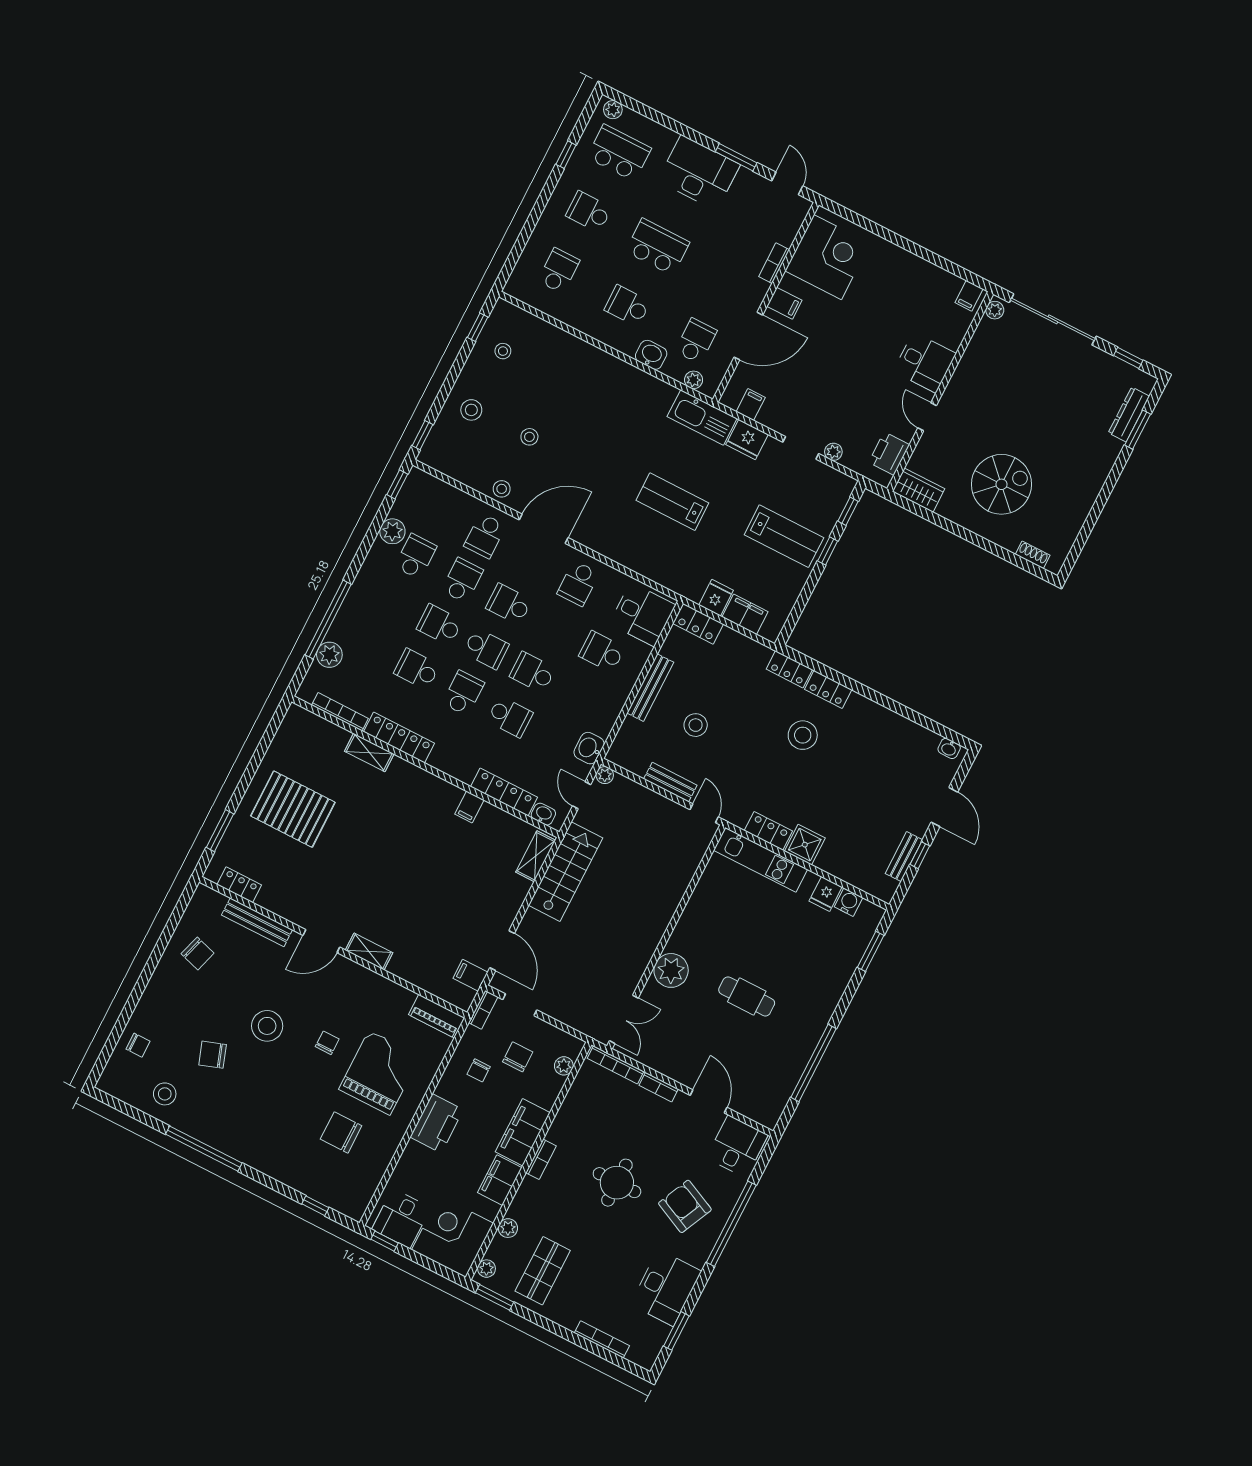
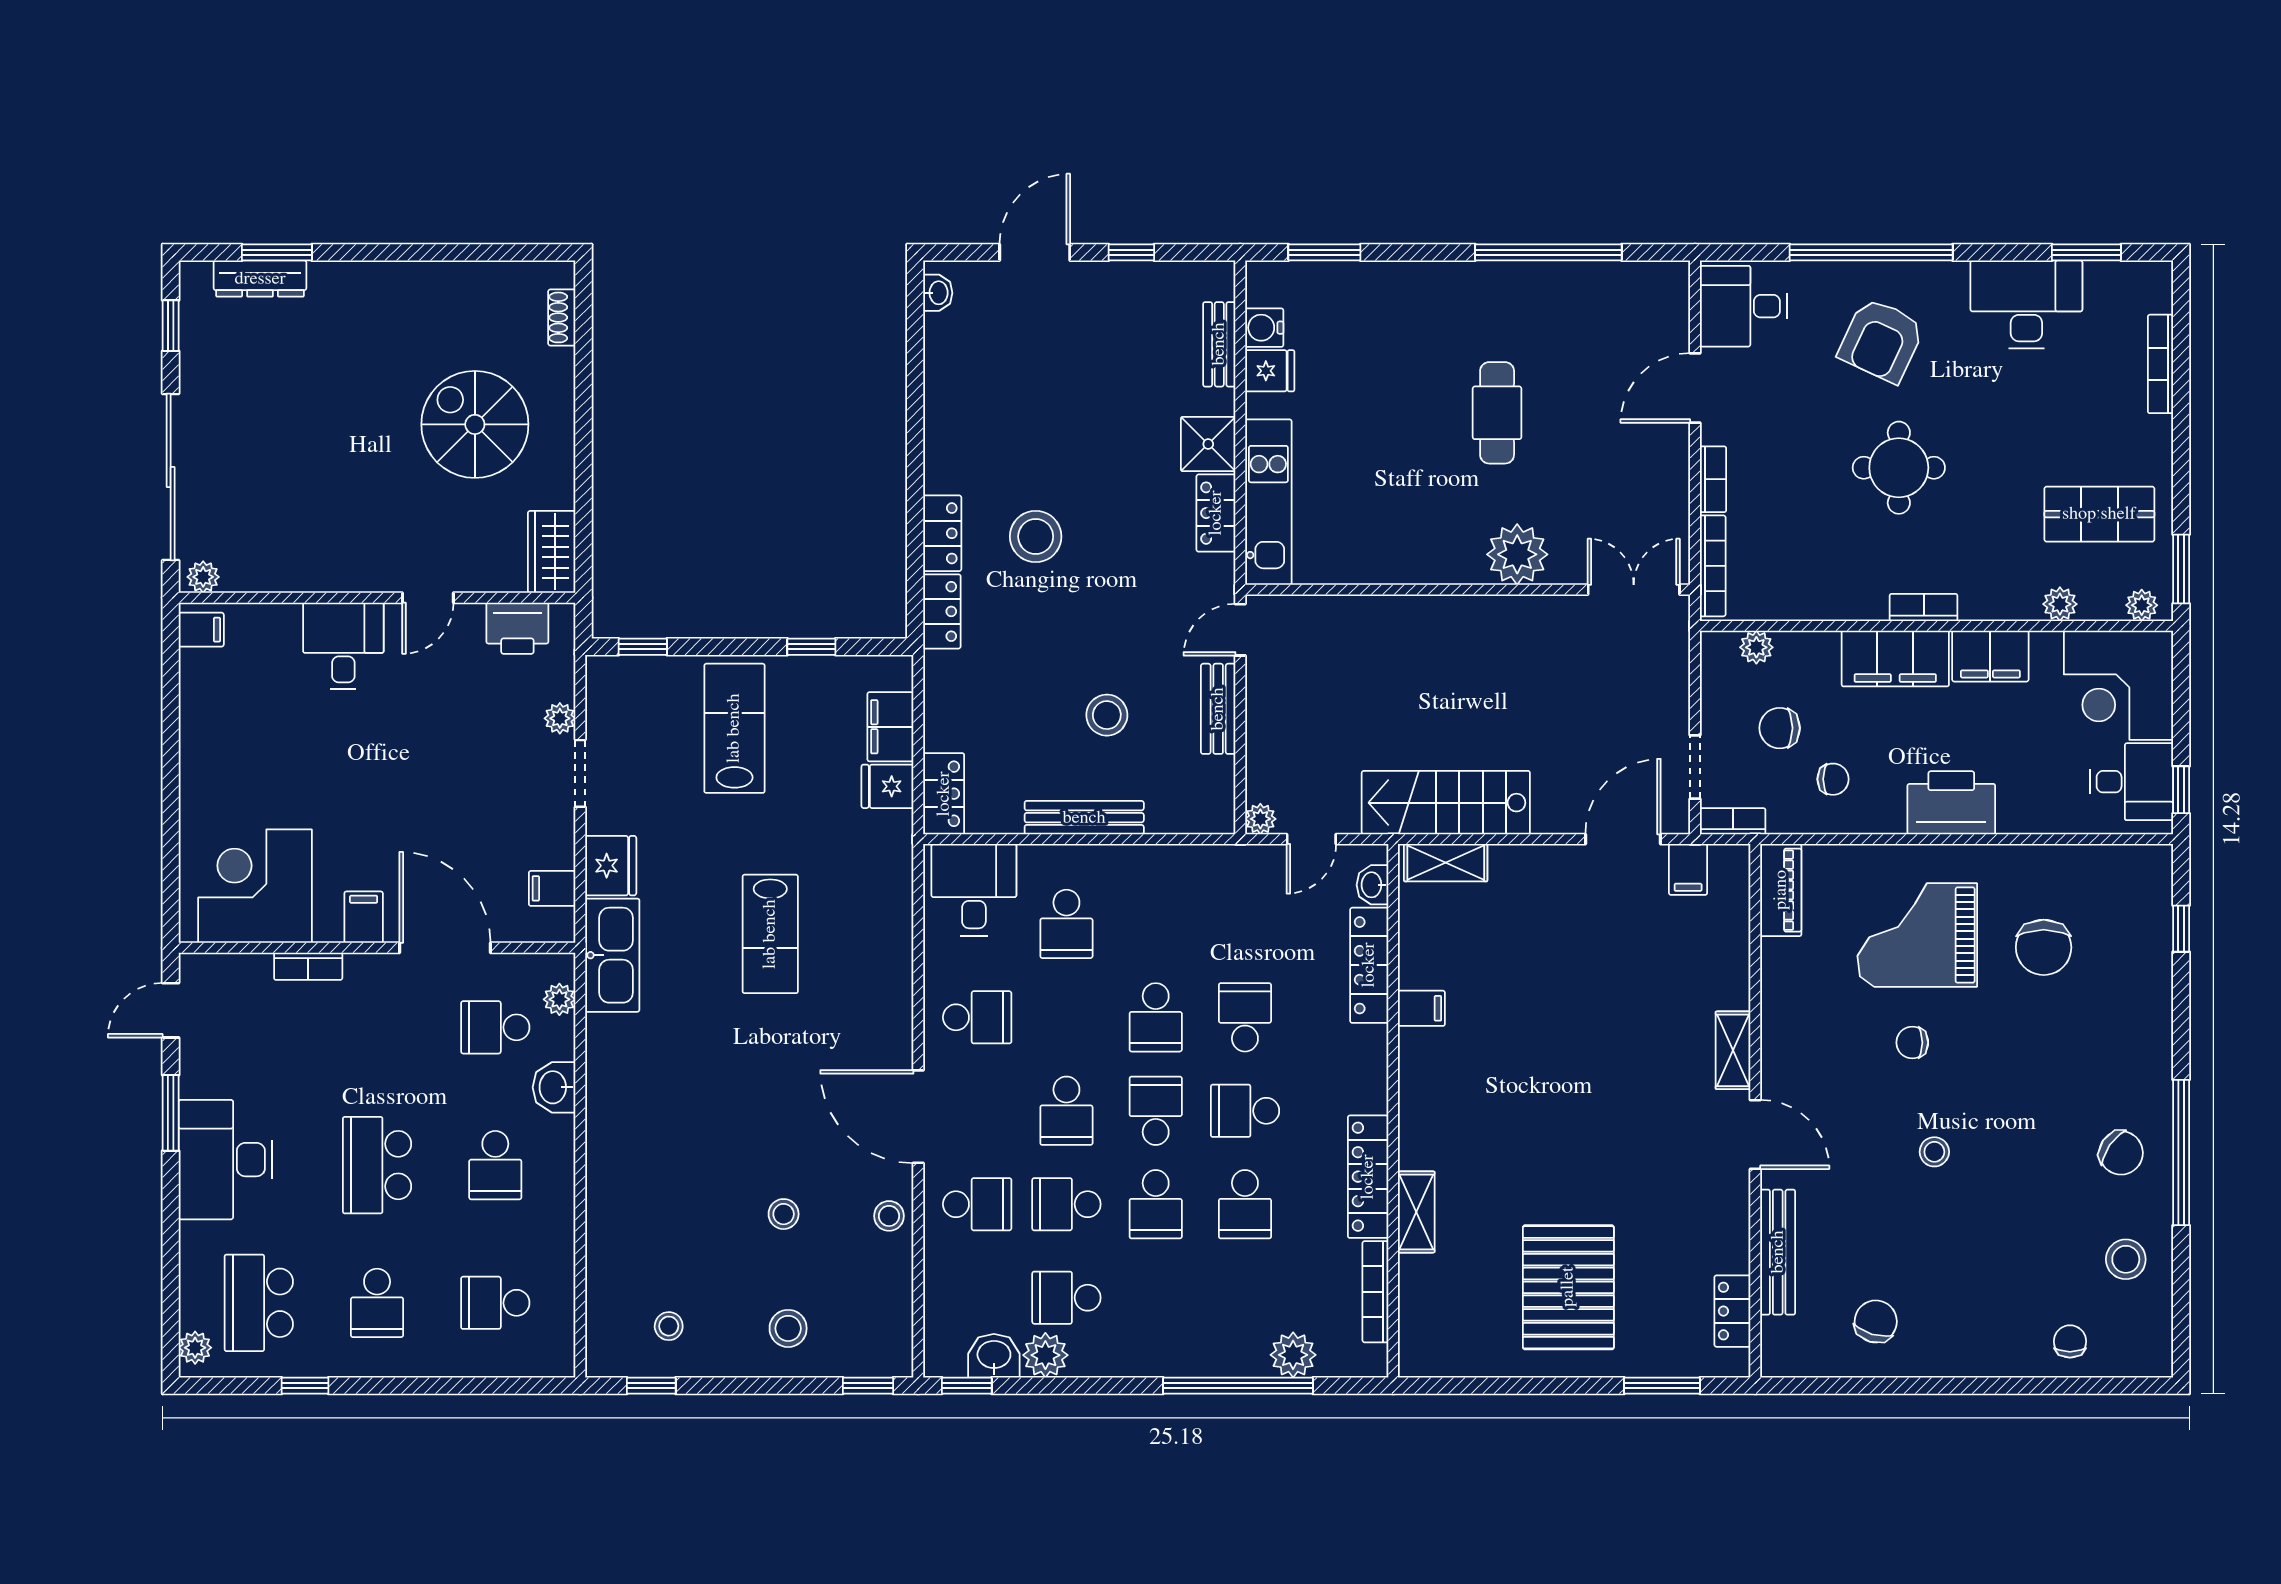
window: (828, 551) -> (811, 647), moved
washbasin: (589, 748) -> (994, 1356), moved, turned 180
bench: (904, 857) -> (1219, 344), moved, turned 90
stool: (267, 1026) -> (1934, 1152), width x0.53, depth x0.53
chair: (213, 1055) -> (2121, 1153), moved, turned -36

